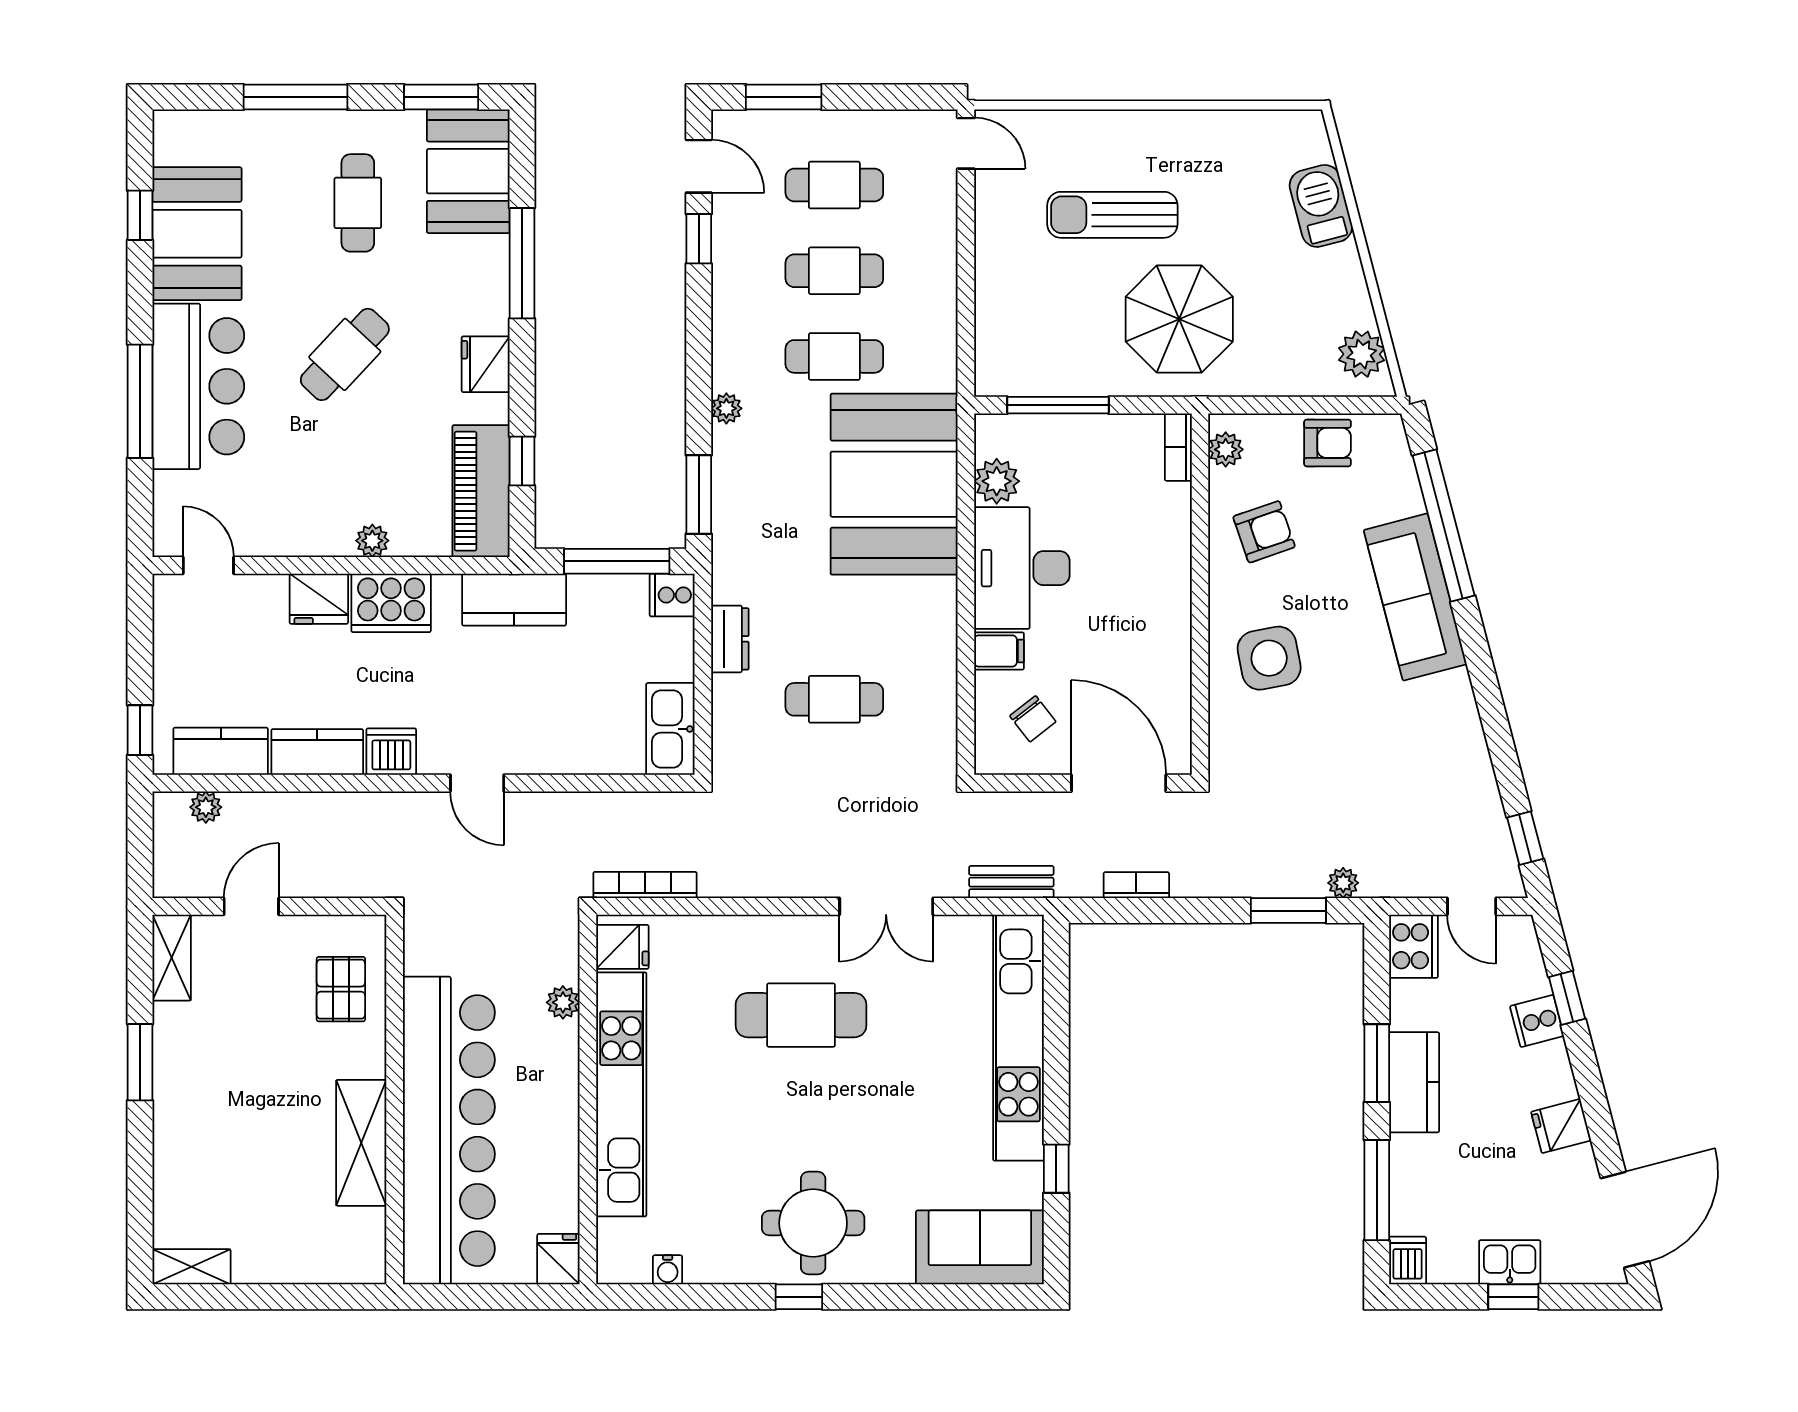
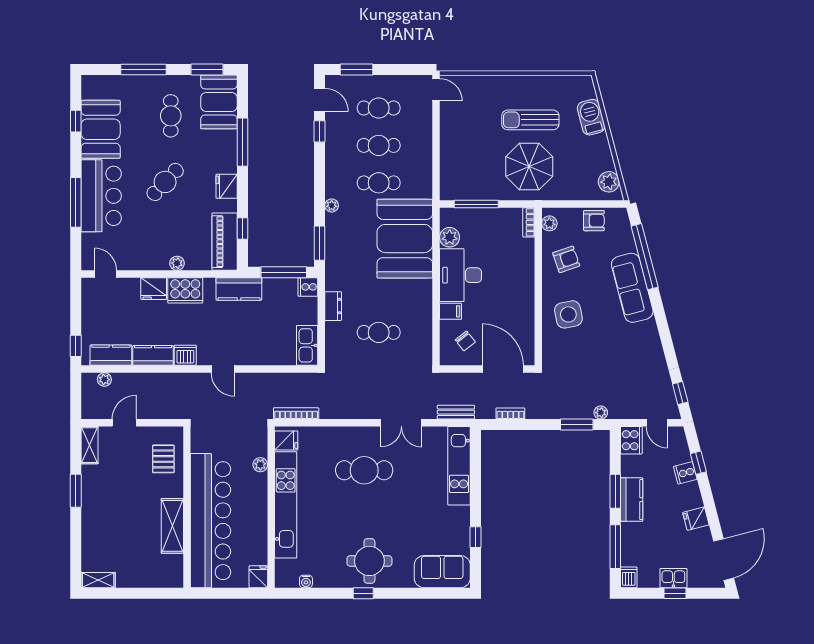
sun lounger: (1112, 215) -> (530, 120), moved
kitchen unit: (1018, 1038) -> (459, 466), width x0.73

